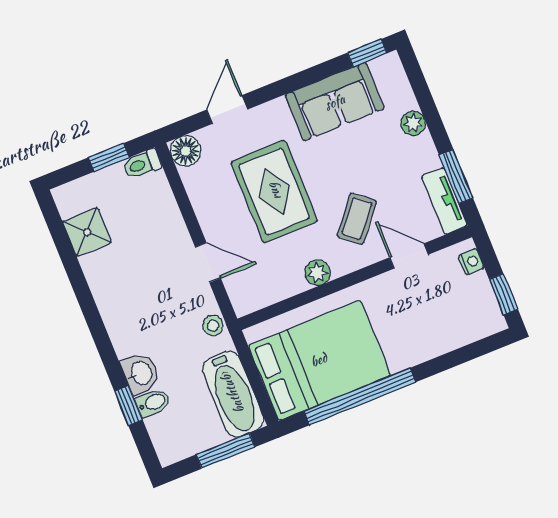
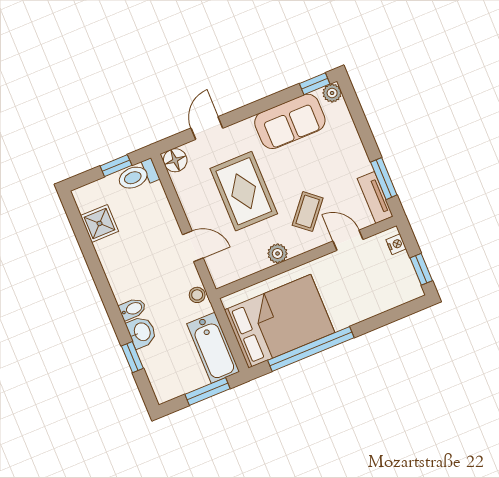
plant: (413, 123) -> (332, 93), moved
toilet: (142, 164) -> (138, 176), width x1.37, depth x1.39
bidet: (153, 403) -> (132, 309), moved

